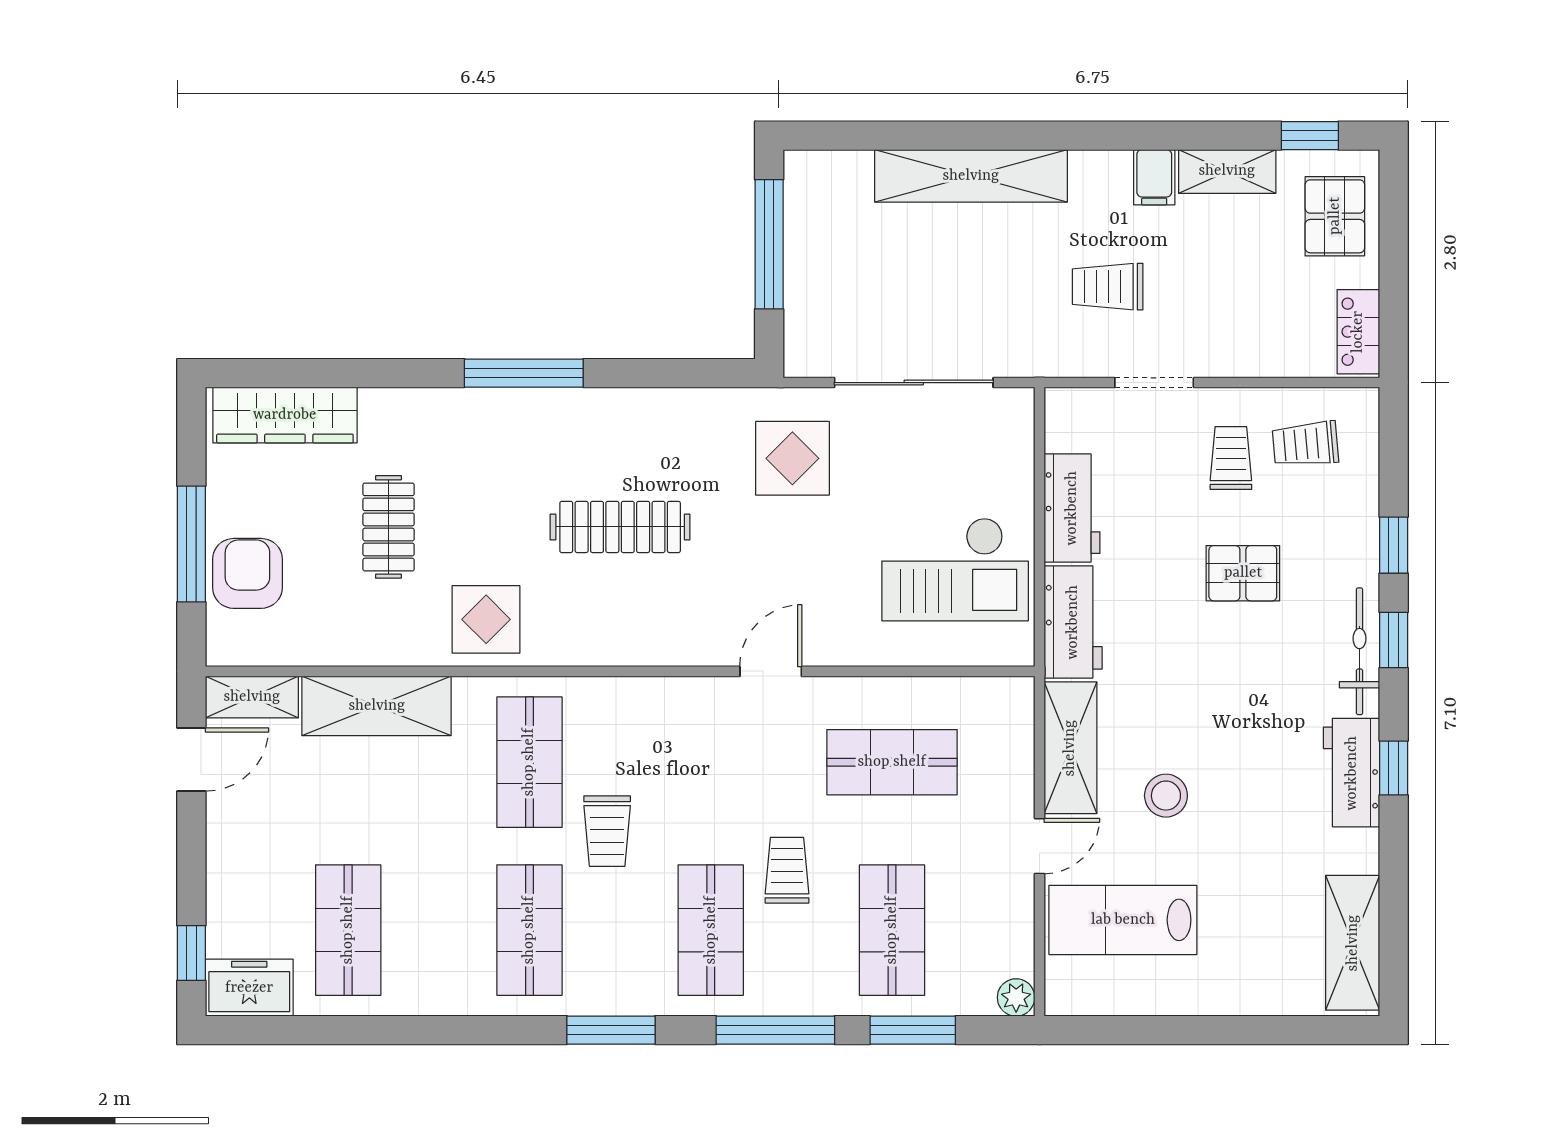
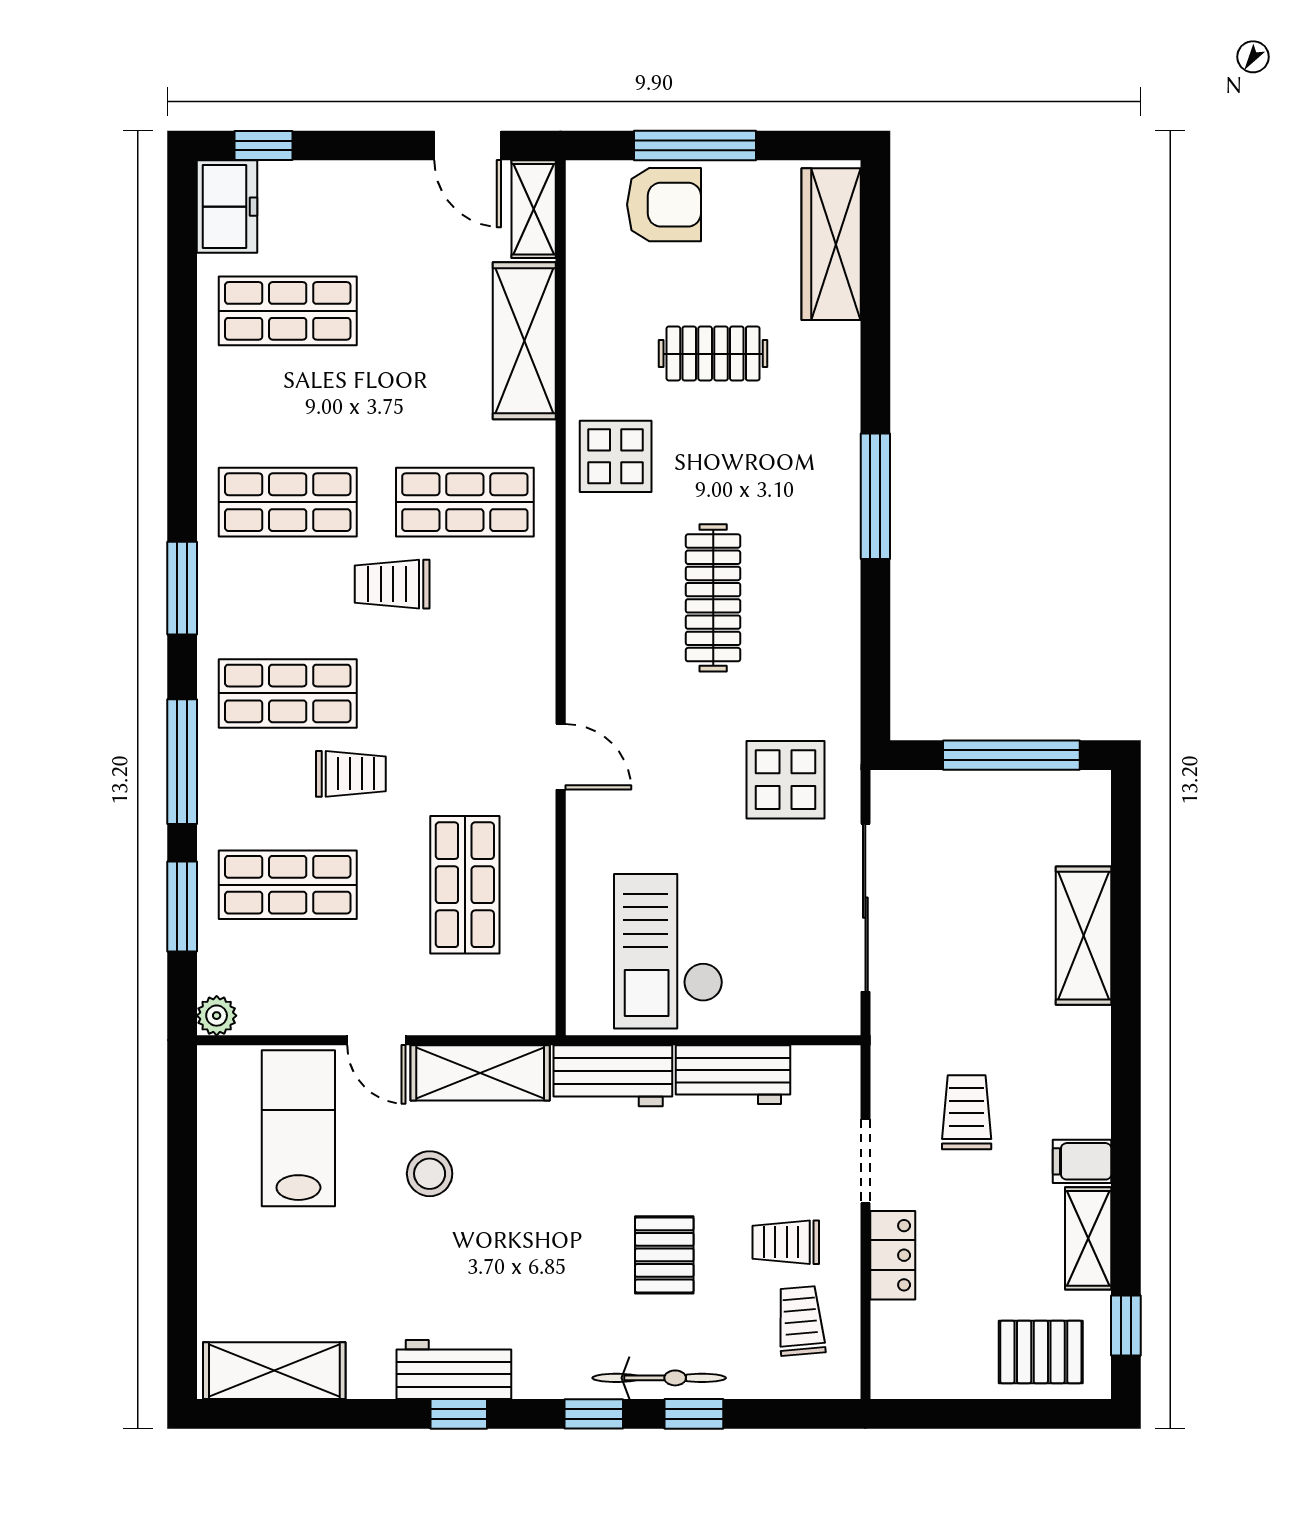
shelving: (971, 176) -> (1084, 936), width x0.68
locker: (1358, 332) -> (893, 1255), moved, turned 90
trolley: (1231, 458) -> (786, 1242), turned 180
bicycle: (1359, 651) -> (659, 1378), moved

